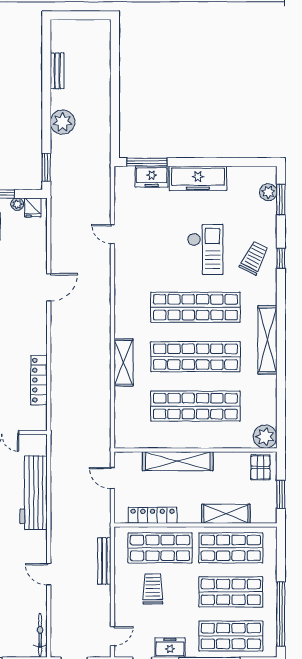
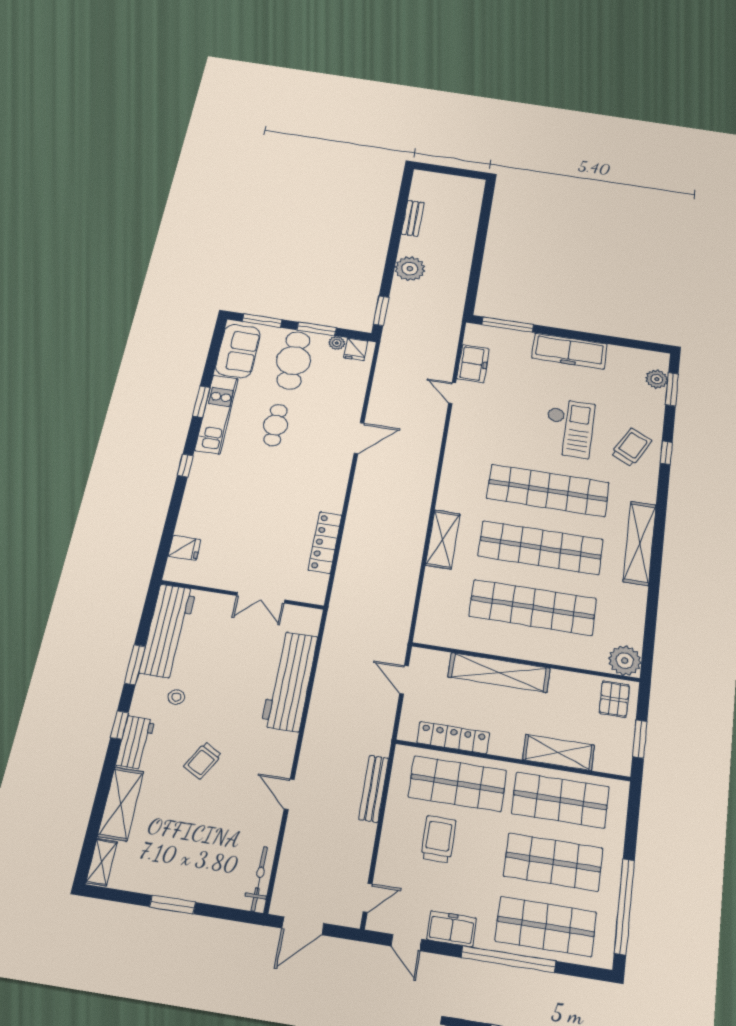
freezer: (152, 177) -> (473, 364), moved, turned -90

